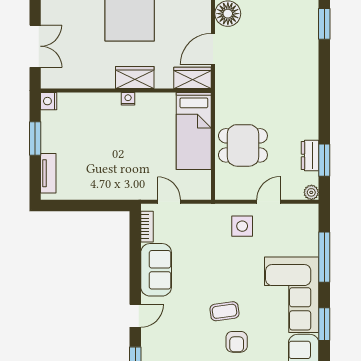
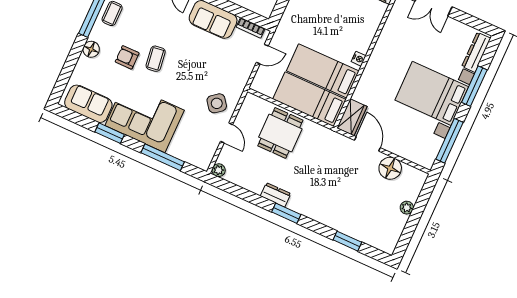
wardrobe: (135, 78) -> (373, 72), removed
bed: (158, 131) -> (323, 71), added
dresser: (310, 155) -> (276, 195), moved
window: (324, 160) -> (286, 213), moved
side table: (242, 226) -> (217, 103), turned -38

